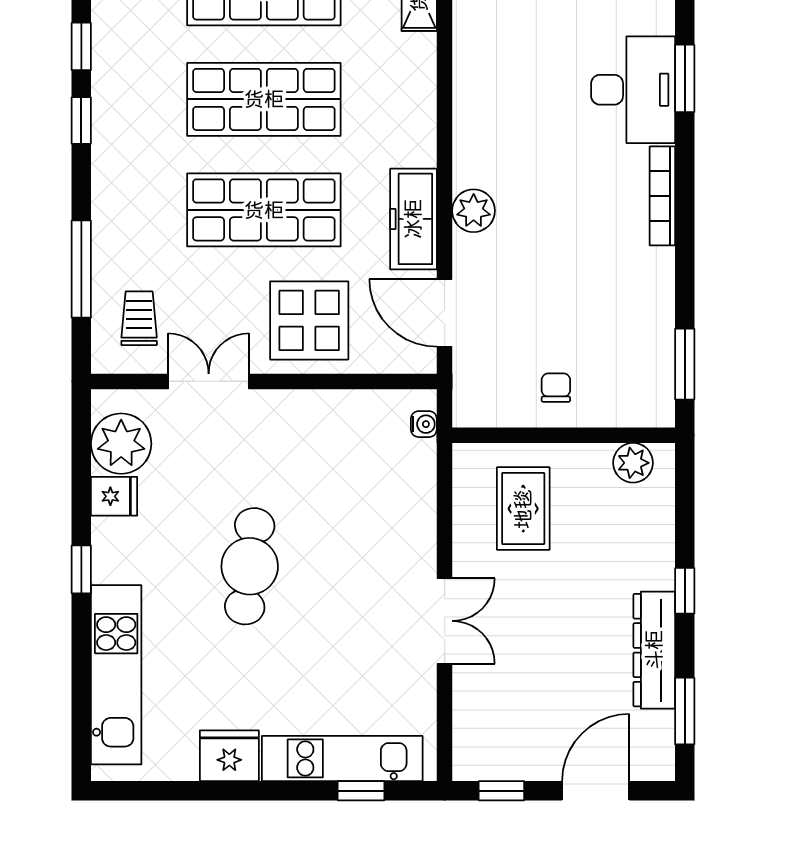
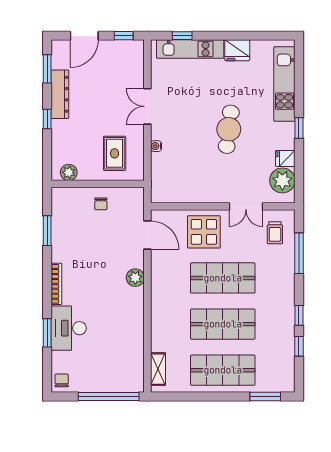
freezer: (413, 219) -> (160, 274), removed
window: (685, 364) -> (47, 231), moved
water cooler: (424, 424) -> (156, 146), moved

